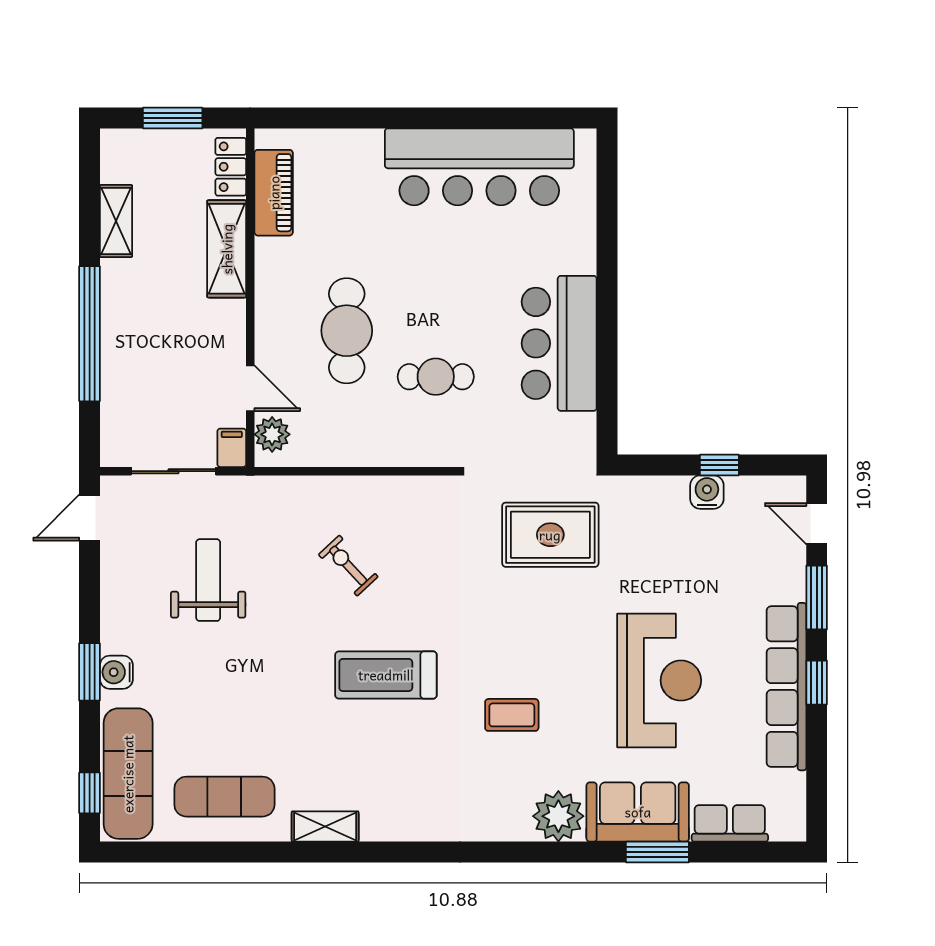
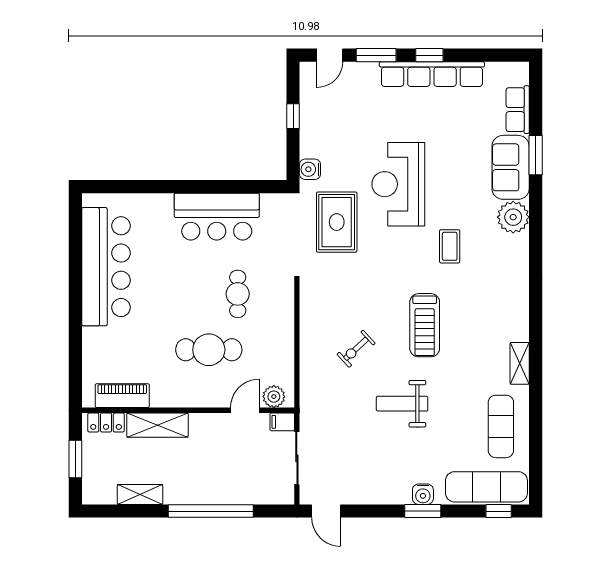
water cooler: (707, 492) -> (310, 169), moved
weight bench: (208, 580) -> (402, 404), moved
reception desk: (659, 681) -> (398, 184), moved, turned -90

